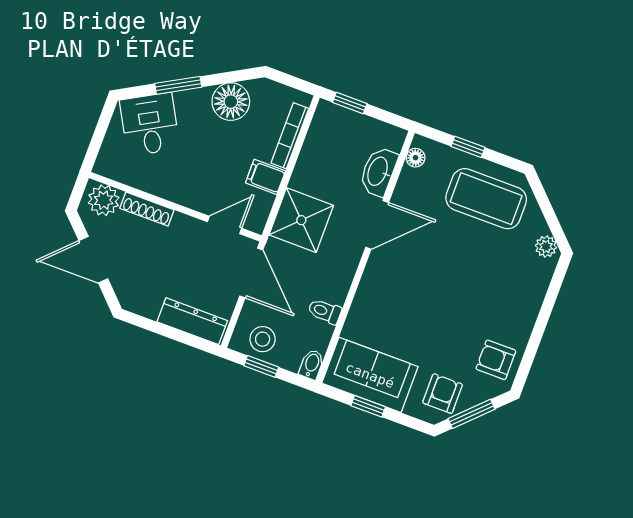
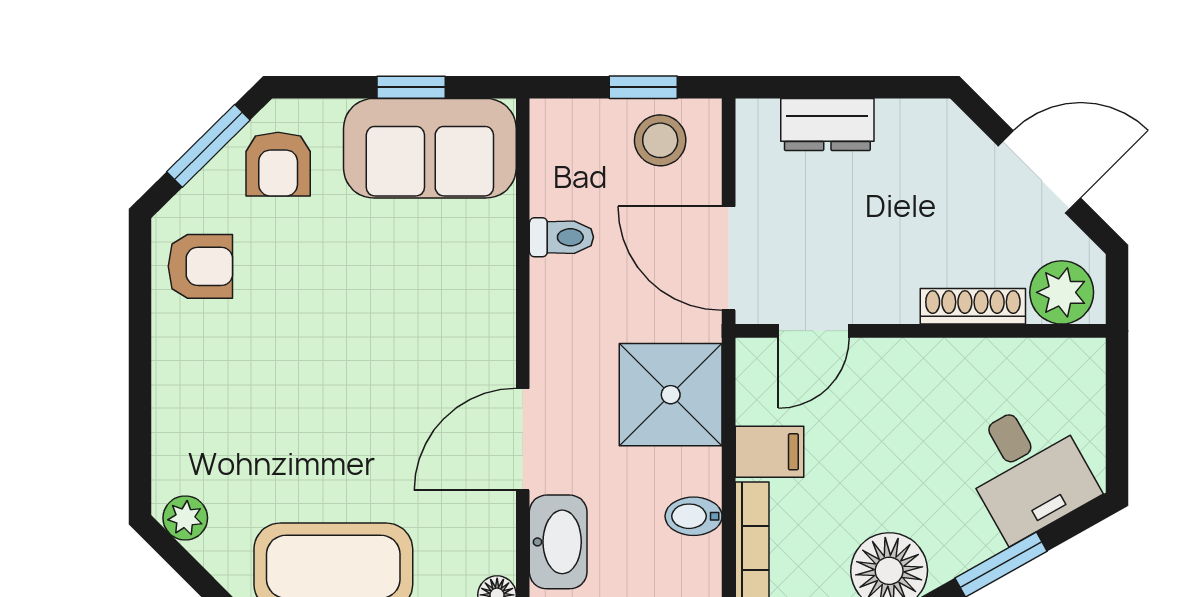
dresser: (192, 321) -> (827, 125), width x0.70
bidet: (312, 364) -> (694, 516), moved, turned 90

